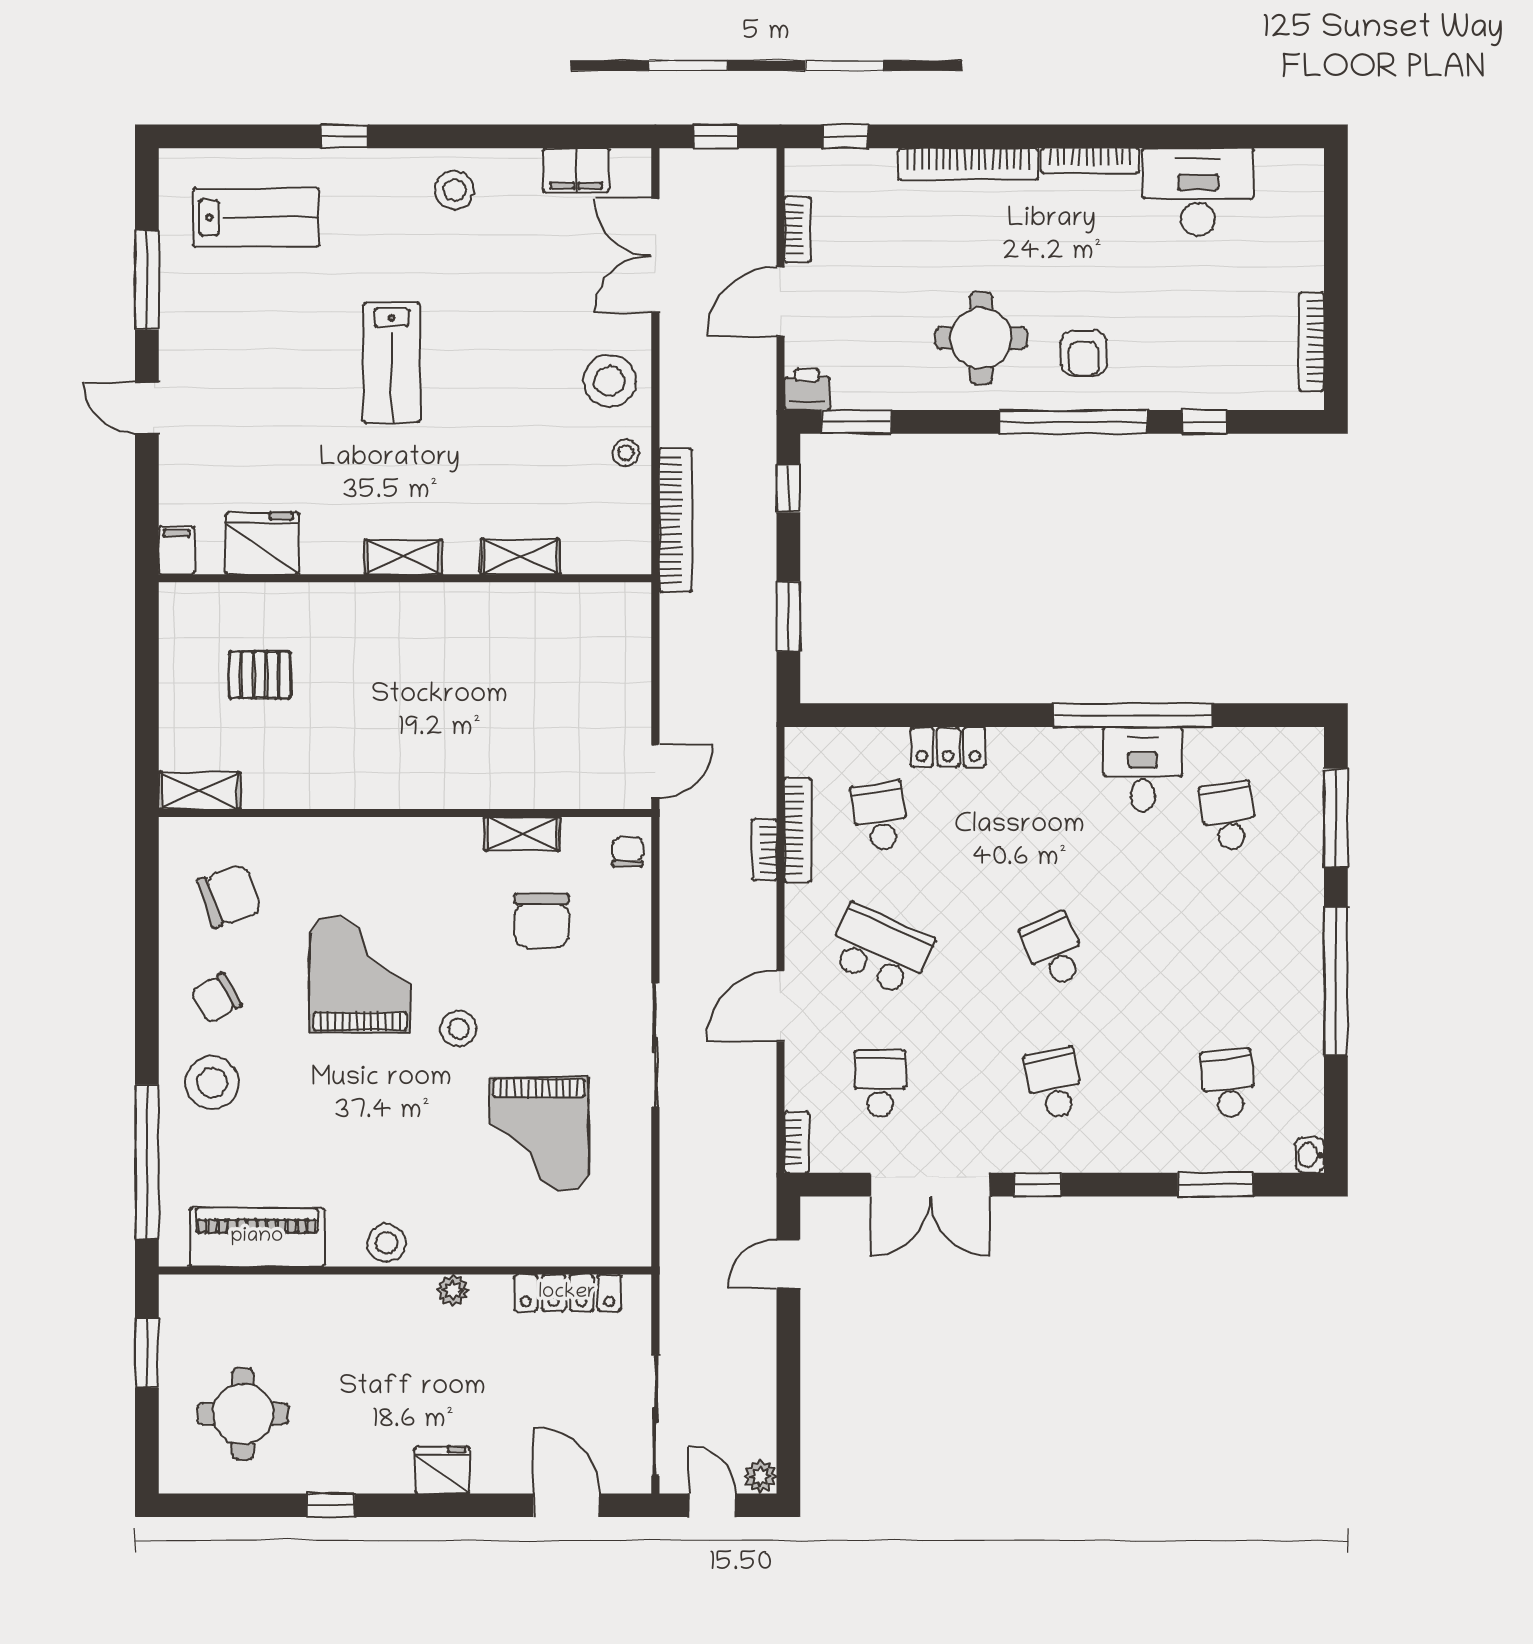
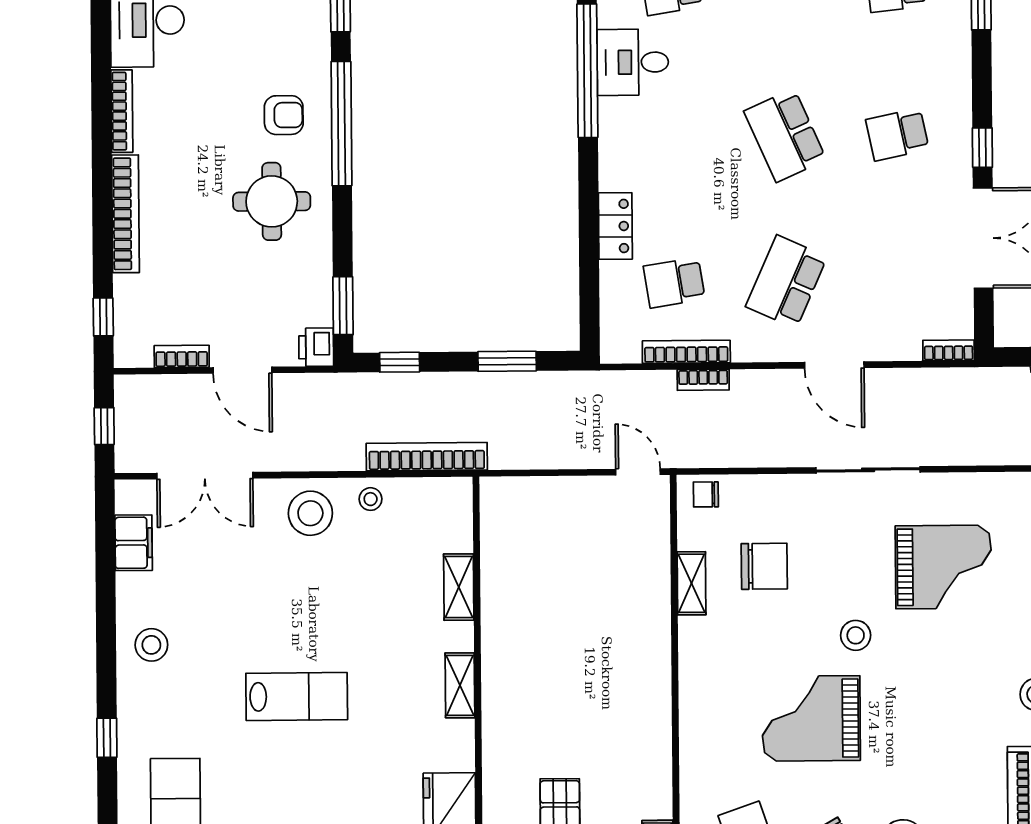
school desk: (1054, 950) -> (785, 135), width x1.85
school desk: (880, 1083) -> (899, 281), removed

